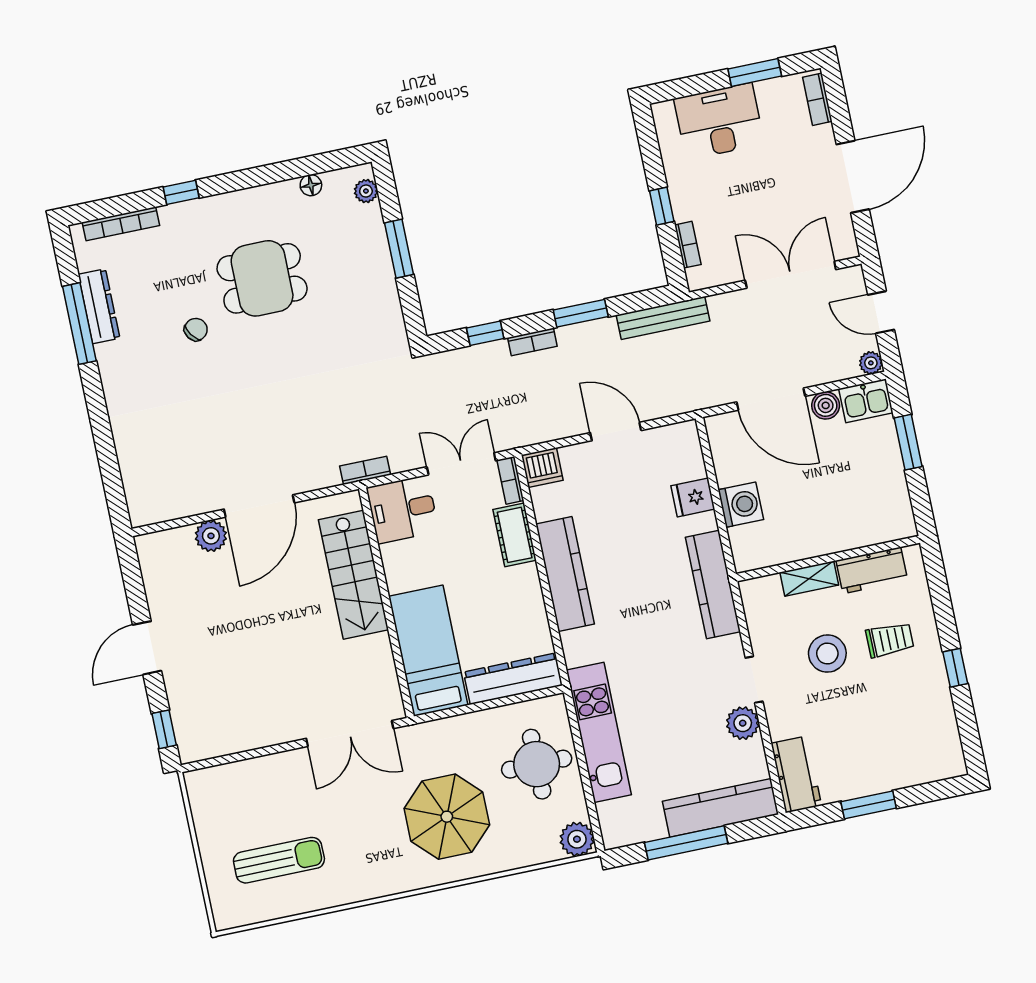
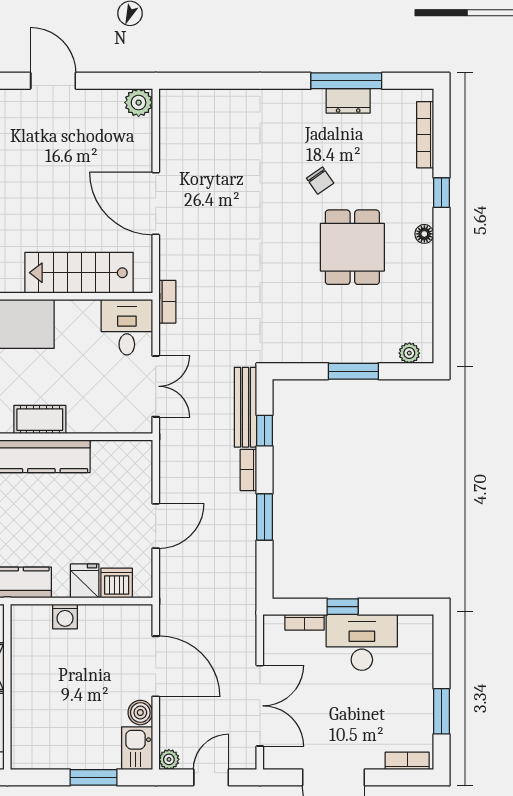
desk: (719, 121) -> (362, 642), moved, turned -90
floor lamp: (311, 185) -> (424, 234), moved
dresser: (99, 306) -> (348, 101), width x0.70
bench: (663, 318) -> (245, 407), moved
door: (771, 399) -> (156, 666), swing flipped
dishwasher: (542, 468) -> (117, 583), moved, turned 90
bookcase: (510, 480) -> (133, 426), removed
washing machine: (741, 505) -> (65, 616), width x0.73, depth x0.73
cot: (515, 535) -> (40, 420), moved
plant: (211, 536) -> (139, 103), moved

